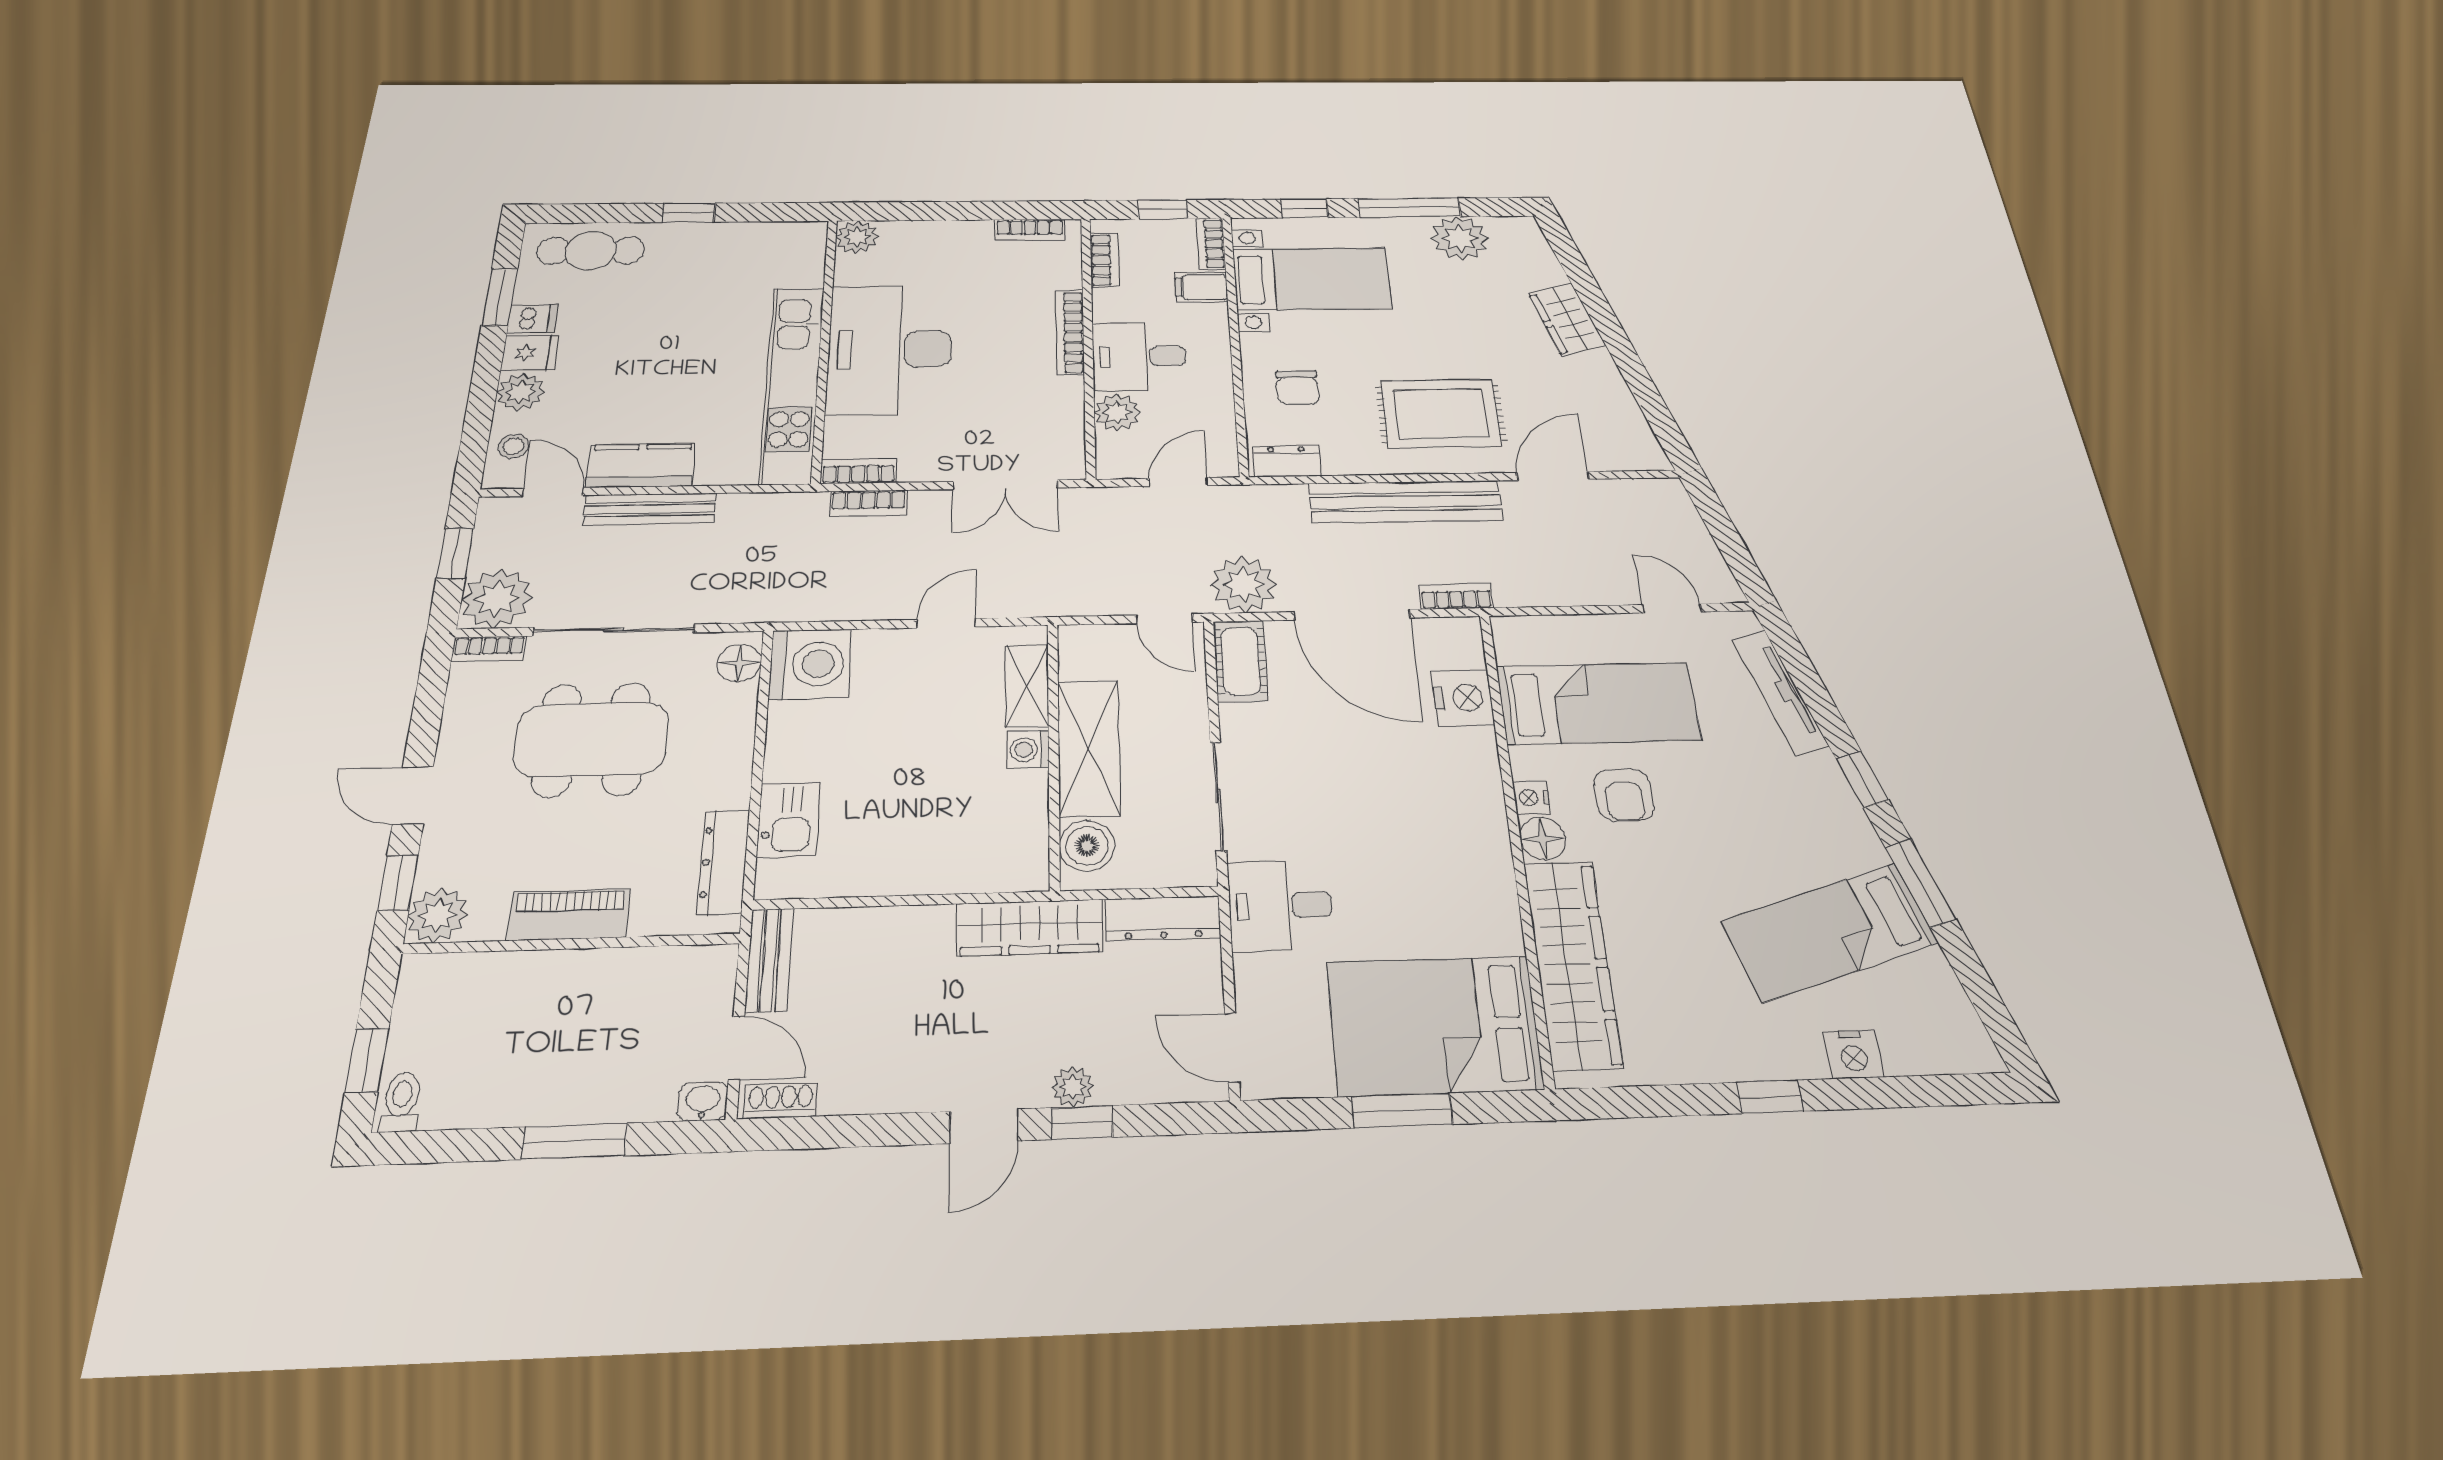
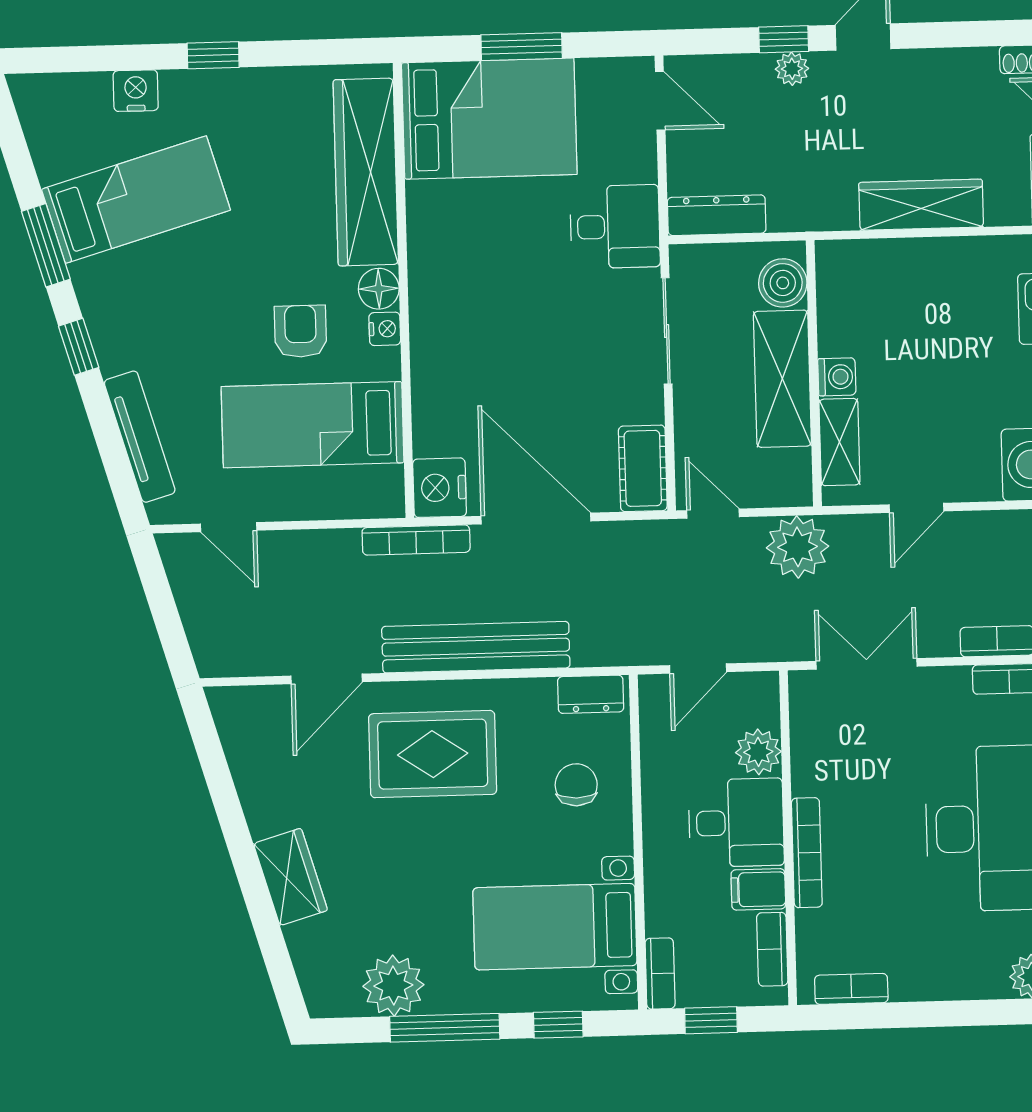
filing cabinet: (1201, 287) -> (758, 889), moved, turned 180
plant: (1244, 585) -> (798, 547), moved
bookcase: (1456, 596) -> (416, 540), width x1.56
nightstand: (1463, 698) -> (440, 488), moved
wardrobe: (1030, 928) -> (921, 205), moved

